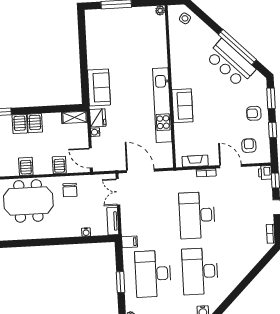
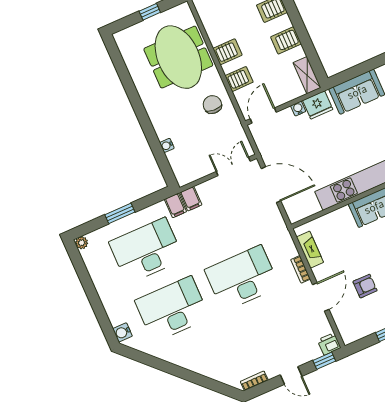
server rack: (35, 123) -> (286, 40), moved
armchair: (249, 146) -> (365, 286), moved
server rack: (26, 166) -> (228, 52), moved
door: (140, 171) -> (271, 185), hinge flipped
chair: (70, 190) -> (212, 105), turned 93
tv unit: (113, 221) -> (194, 174), removed
filing cabinet: (129, 230) -> (191, 199), added

